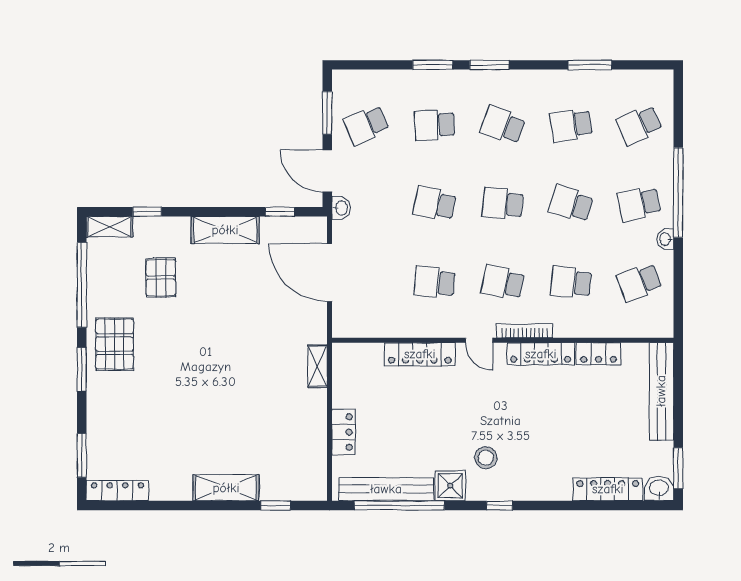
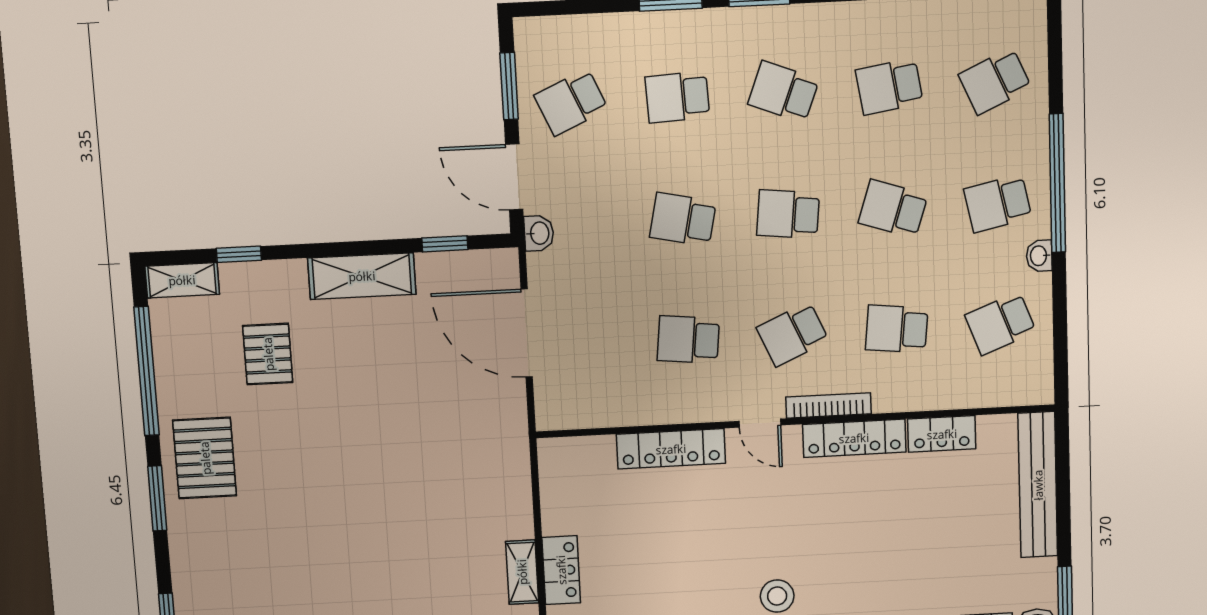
school desk: (503, 282) -> (793, 334), turned -36
shelving: (318, 366) -> (522, 572), moved

